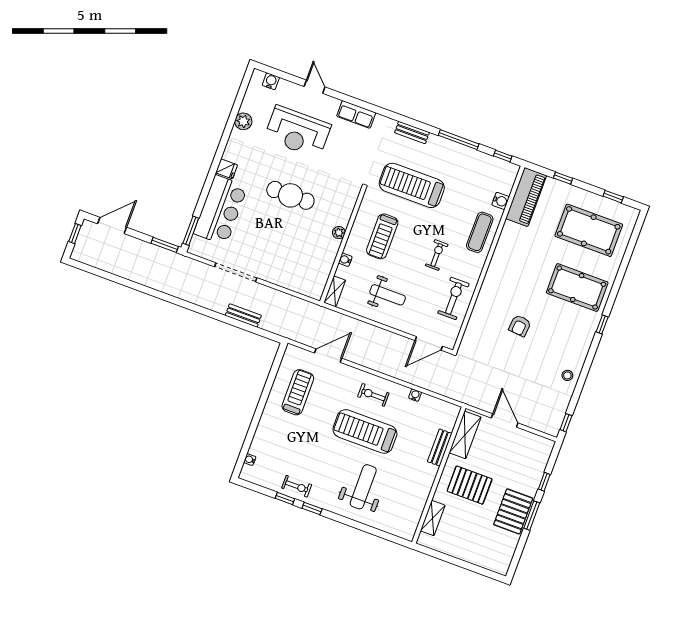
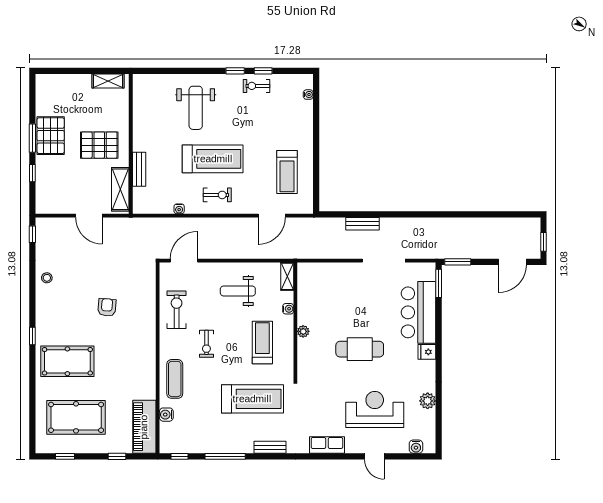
exercise bike: (453, 298) -> (177, 310), turned 180
shelving: (433, 518) -> (108, 81), moved, turned 90

